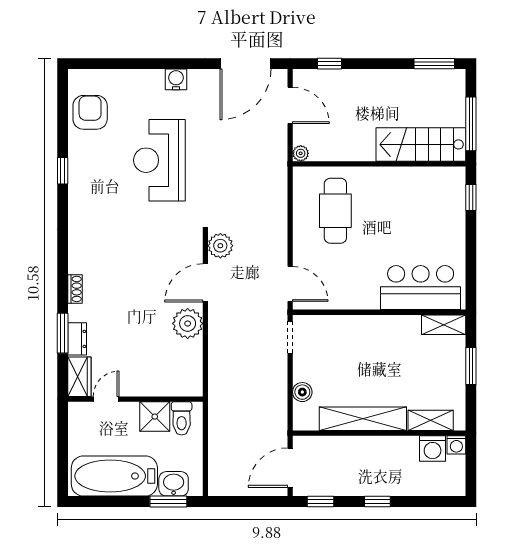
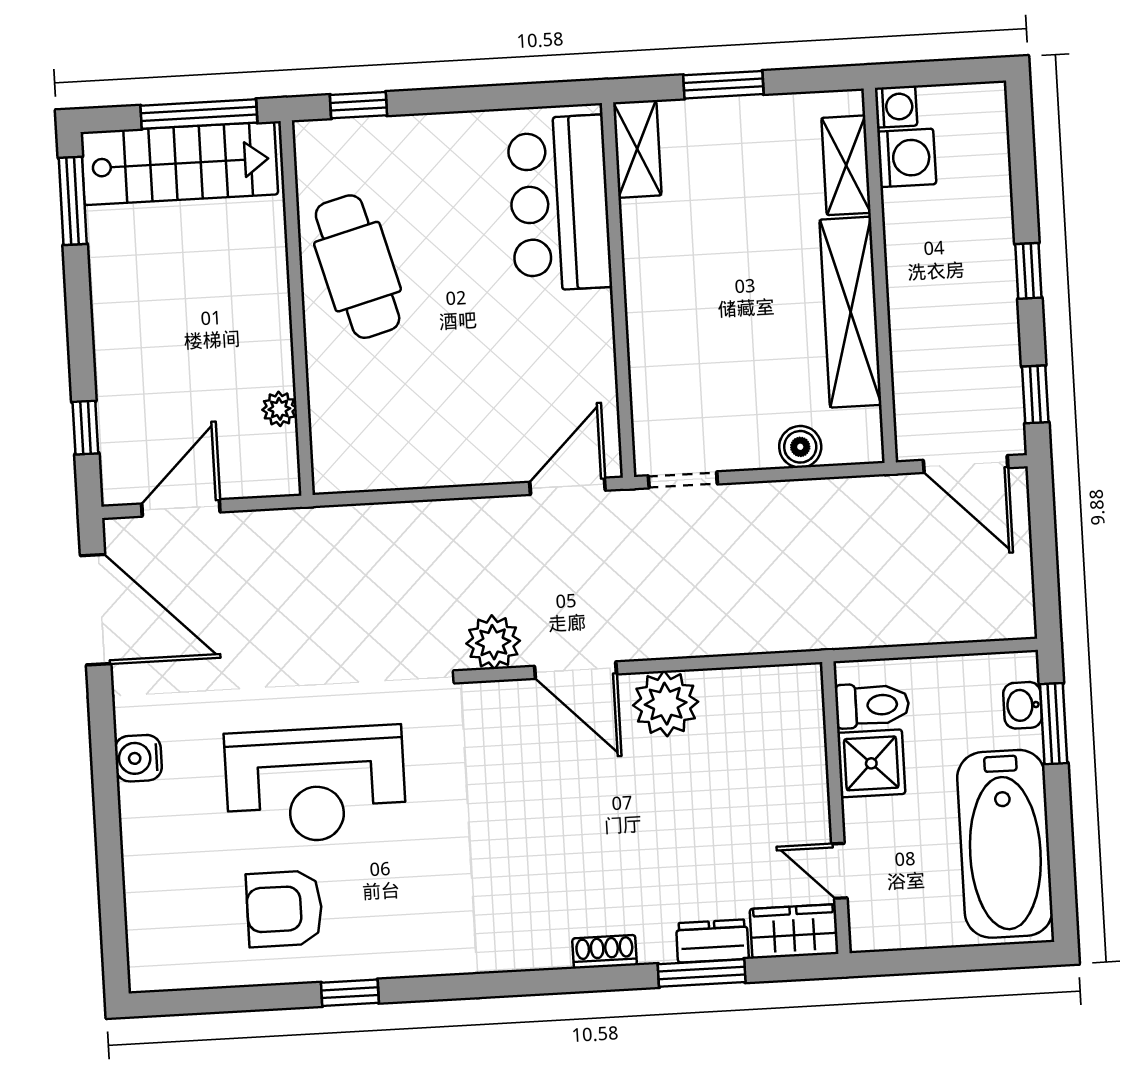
armchair: (90, 112) -> (284, 909), moved
stairs: (421, 144) -> (179, 163), moved, turned -90
plant: (301, 153) -> (279, 409), moved
cafe table: (335, 211) -> (358, 267), moved, turned 75
washbasin: (174, 484) -> (1023, 705), width x0.72, depth x0.69

